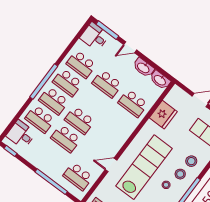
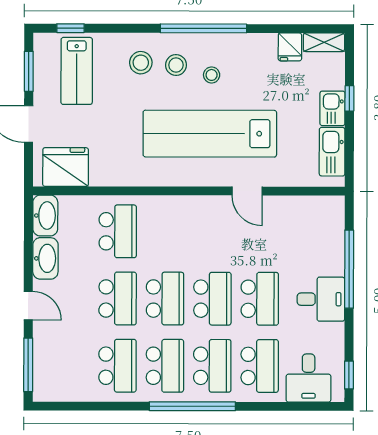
desk: (95, 37) -> (321, 299), moved, turned -90
fridge: (163, 115) -> (66, 167), moved
school desk: (78, 176) -> (165, 299), moved

